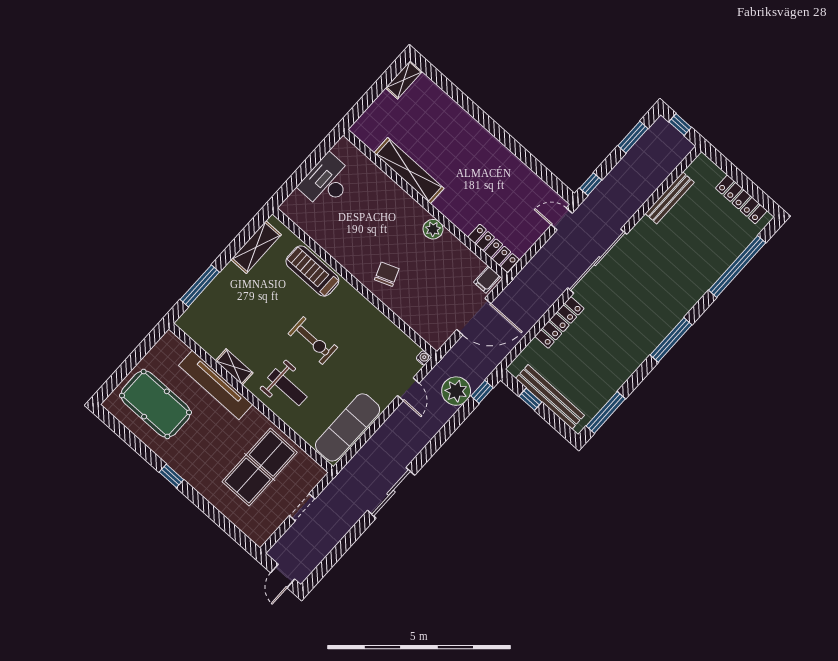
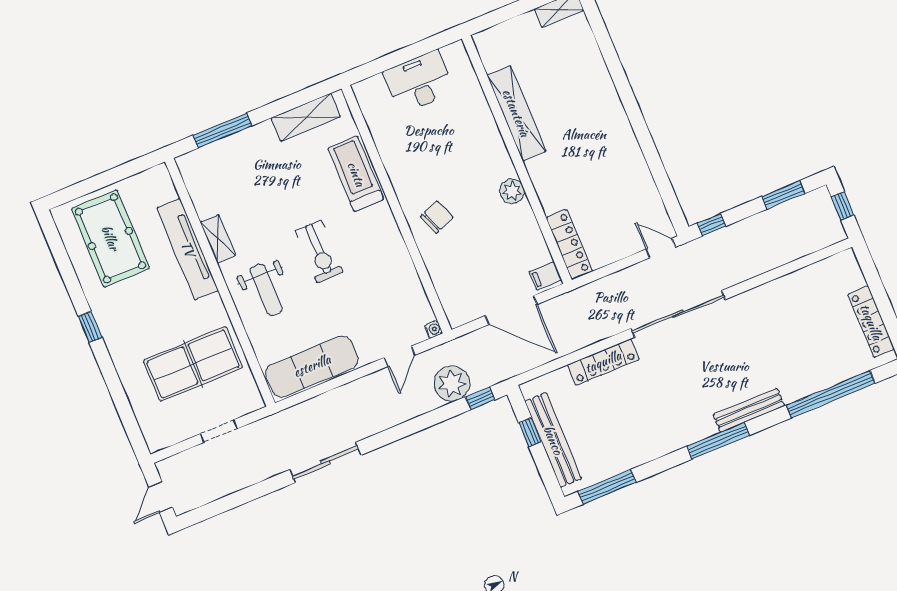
bench: (670, 198) -> (749, 410), moved

